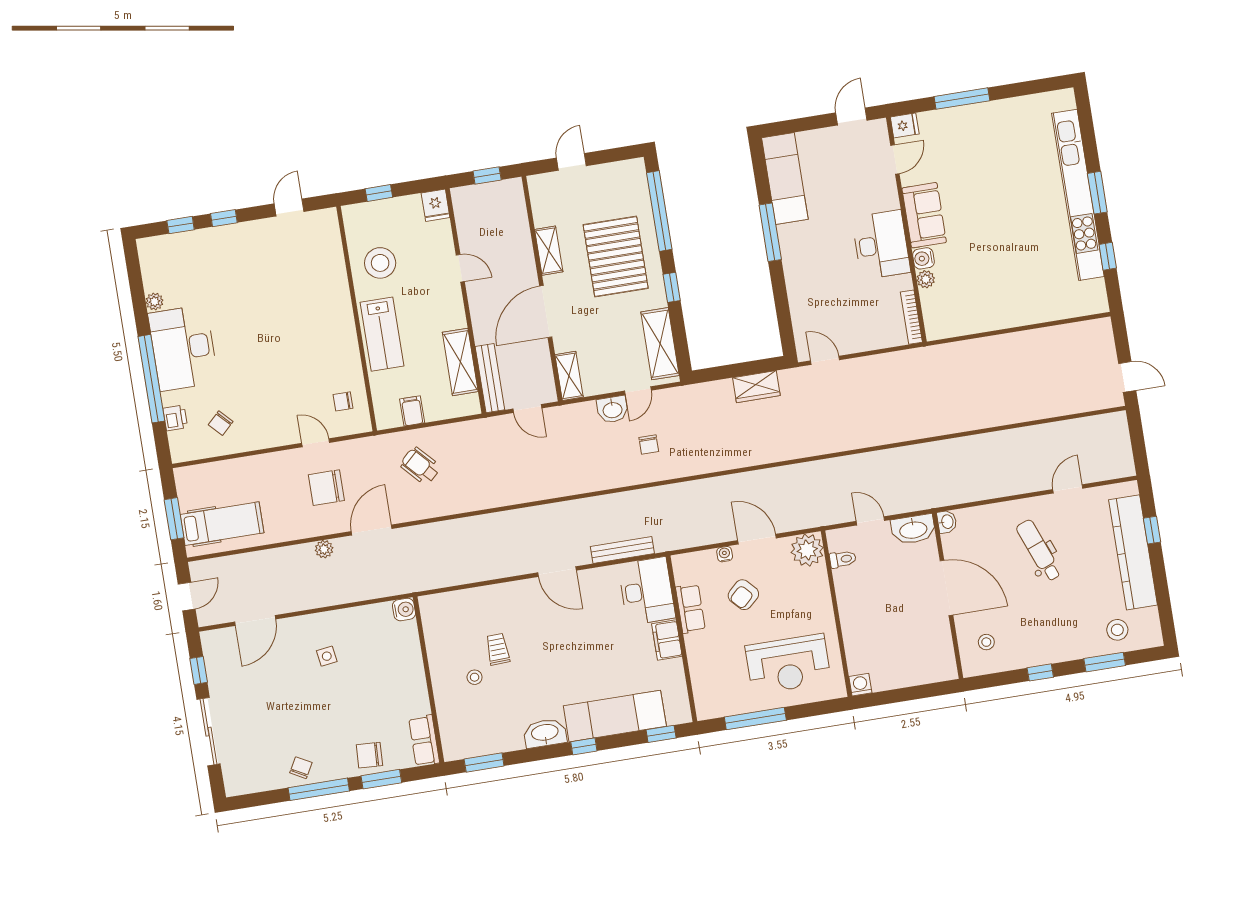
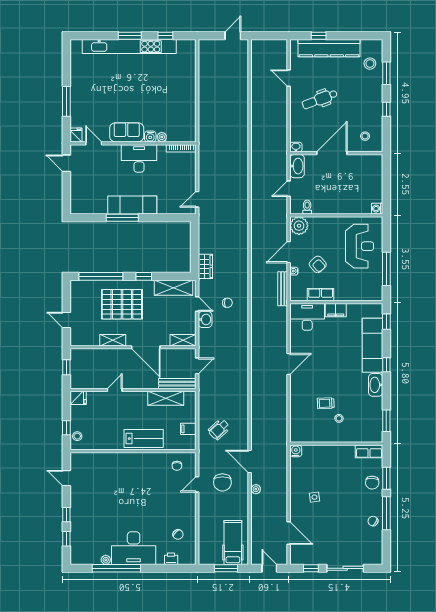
exam couch: (785, 179) -> (132, 205), moved
stool: (380, 263) -> (77, 436), moved, width x0.53, depth x0.53
window: (151, 379) -> (116, 568), moved
wardrobe: (756, 387) -> (205, 266), moved
bench: (622, 550) -> (283, 289), moved

